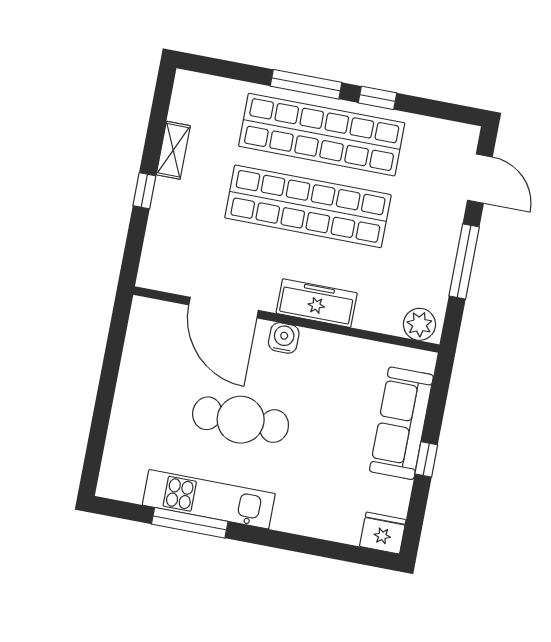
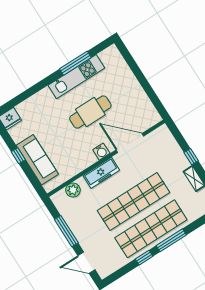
plant: (419, 324) -> (73, 190), moved

